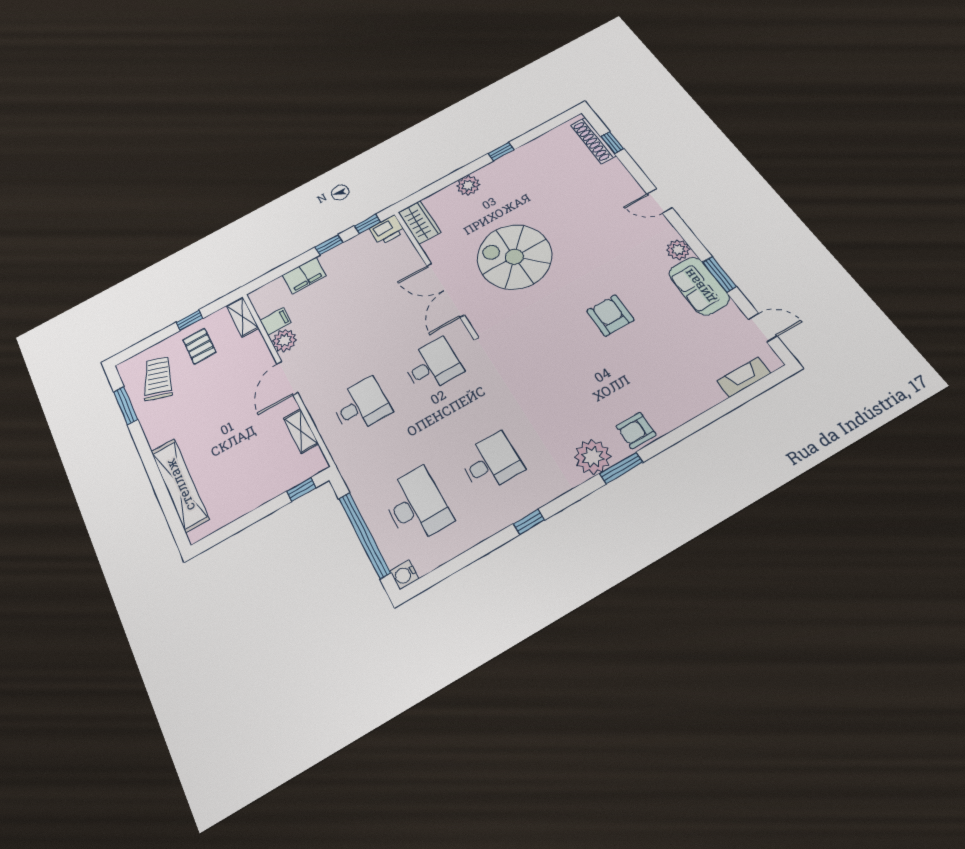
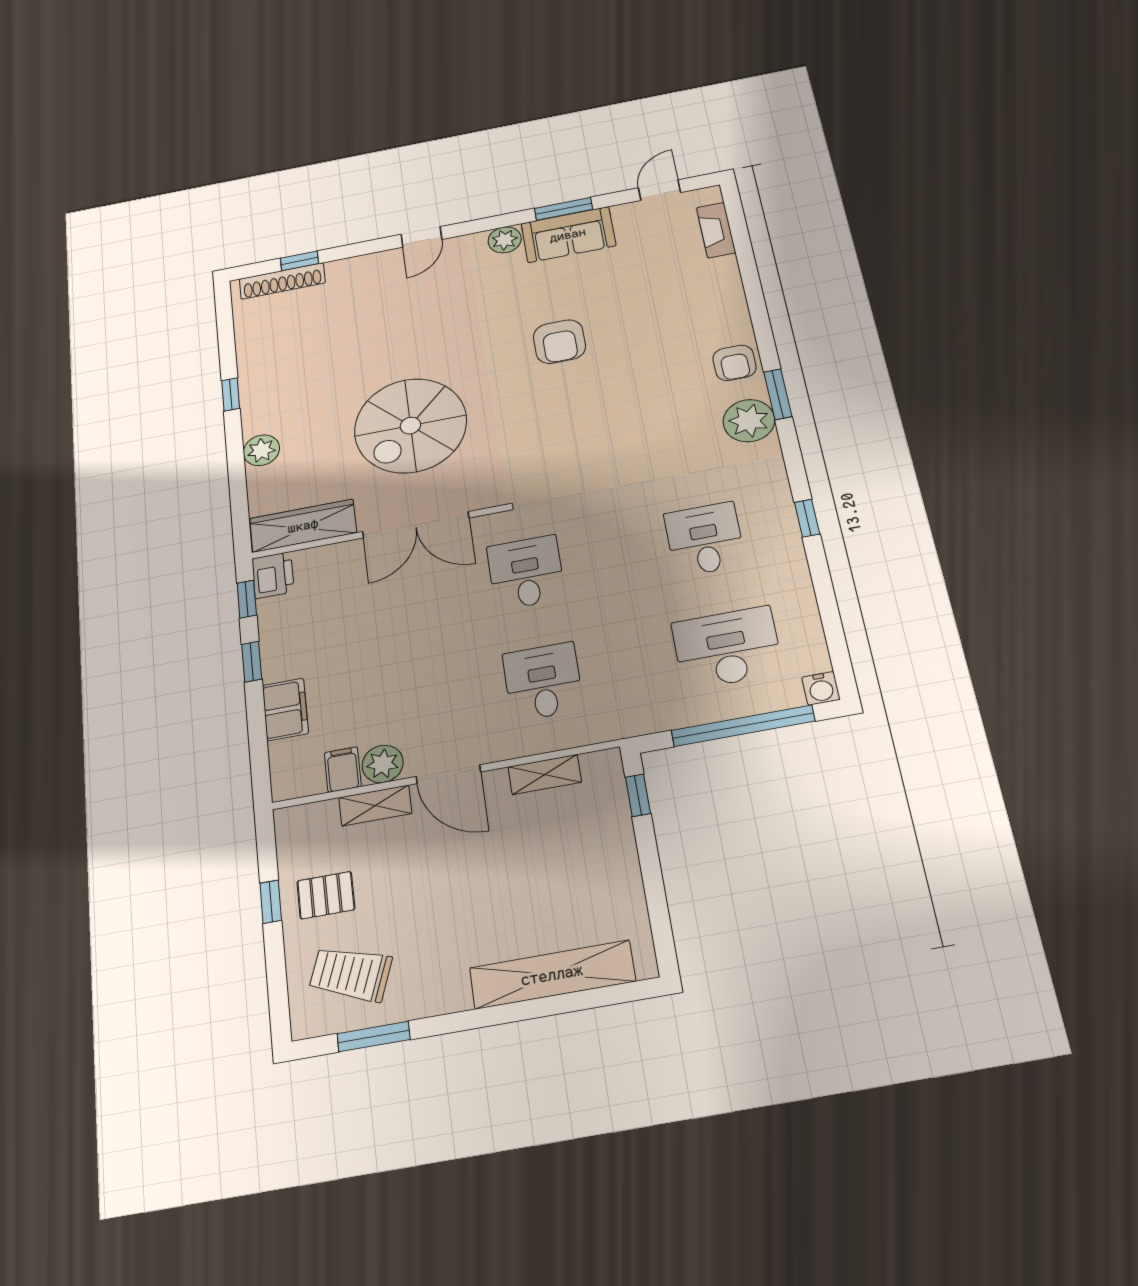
wardrobe: (420, 222) -> (303, 526), width x1.50
armchair: (610, 315) -> (559, 342), turned -90
shelving: (242, 317) -> (375, 805), moved

